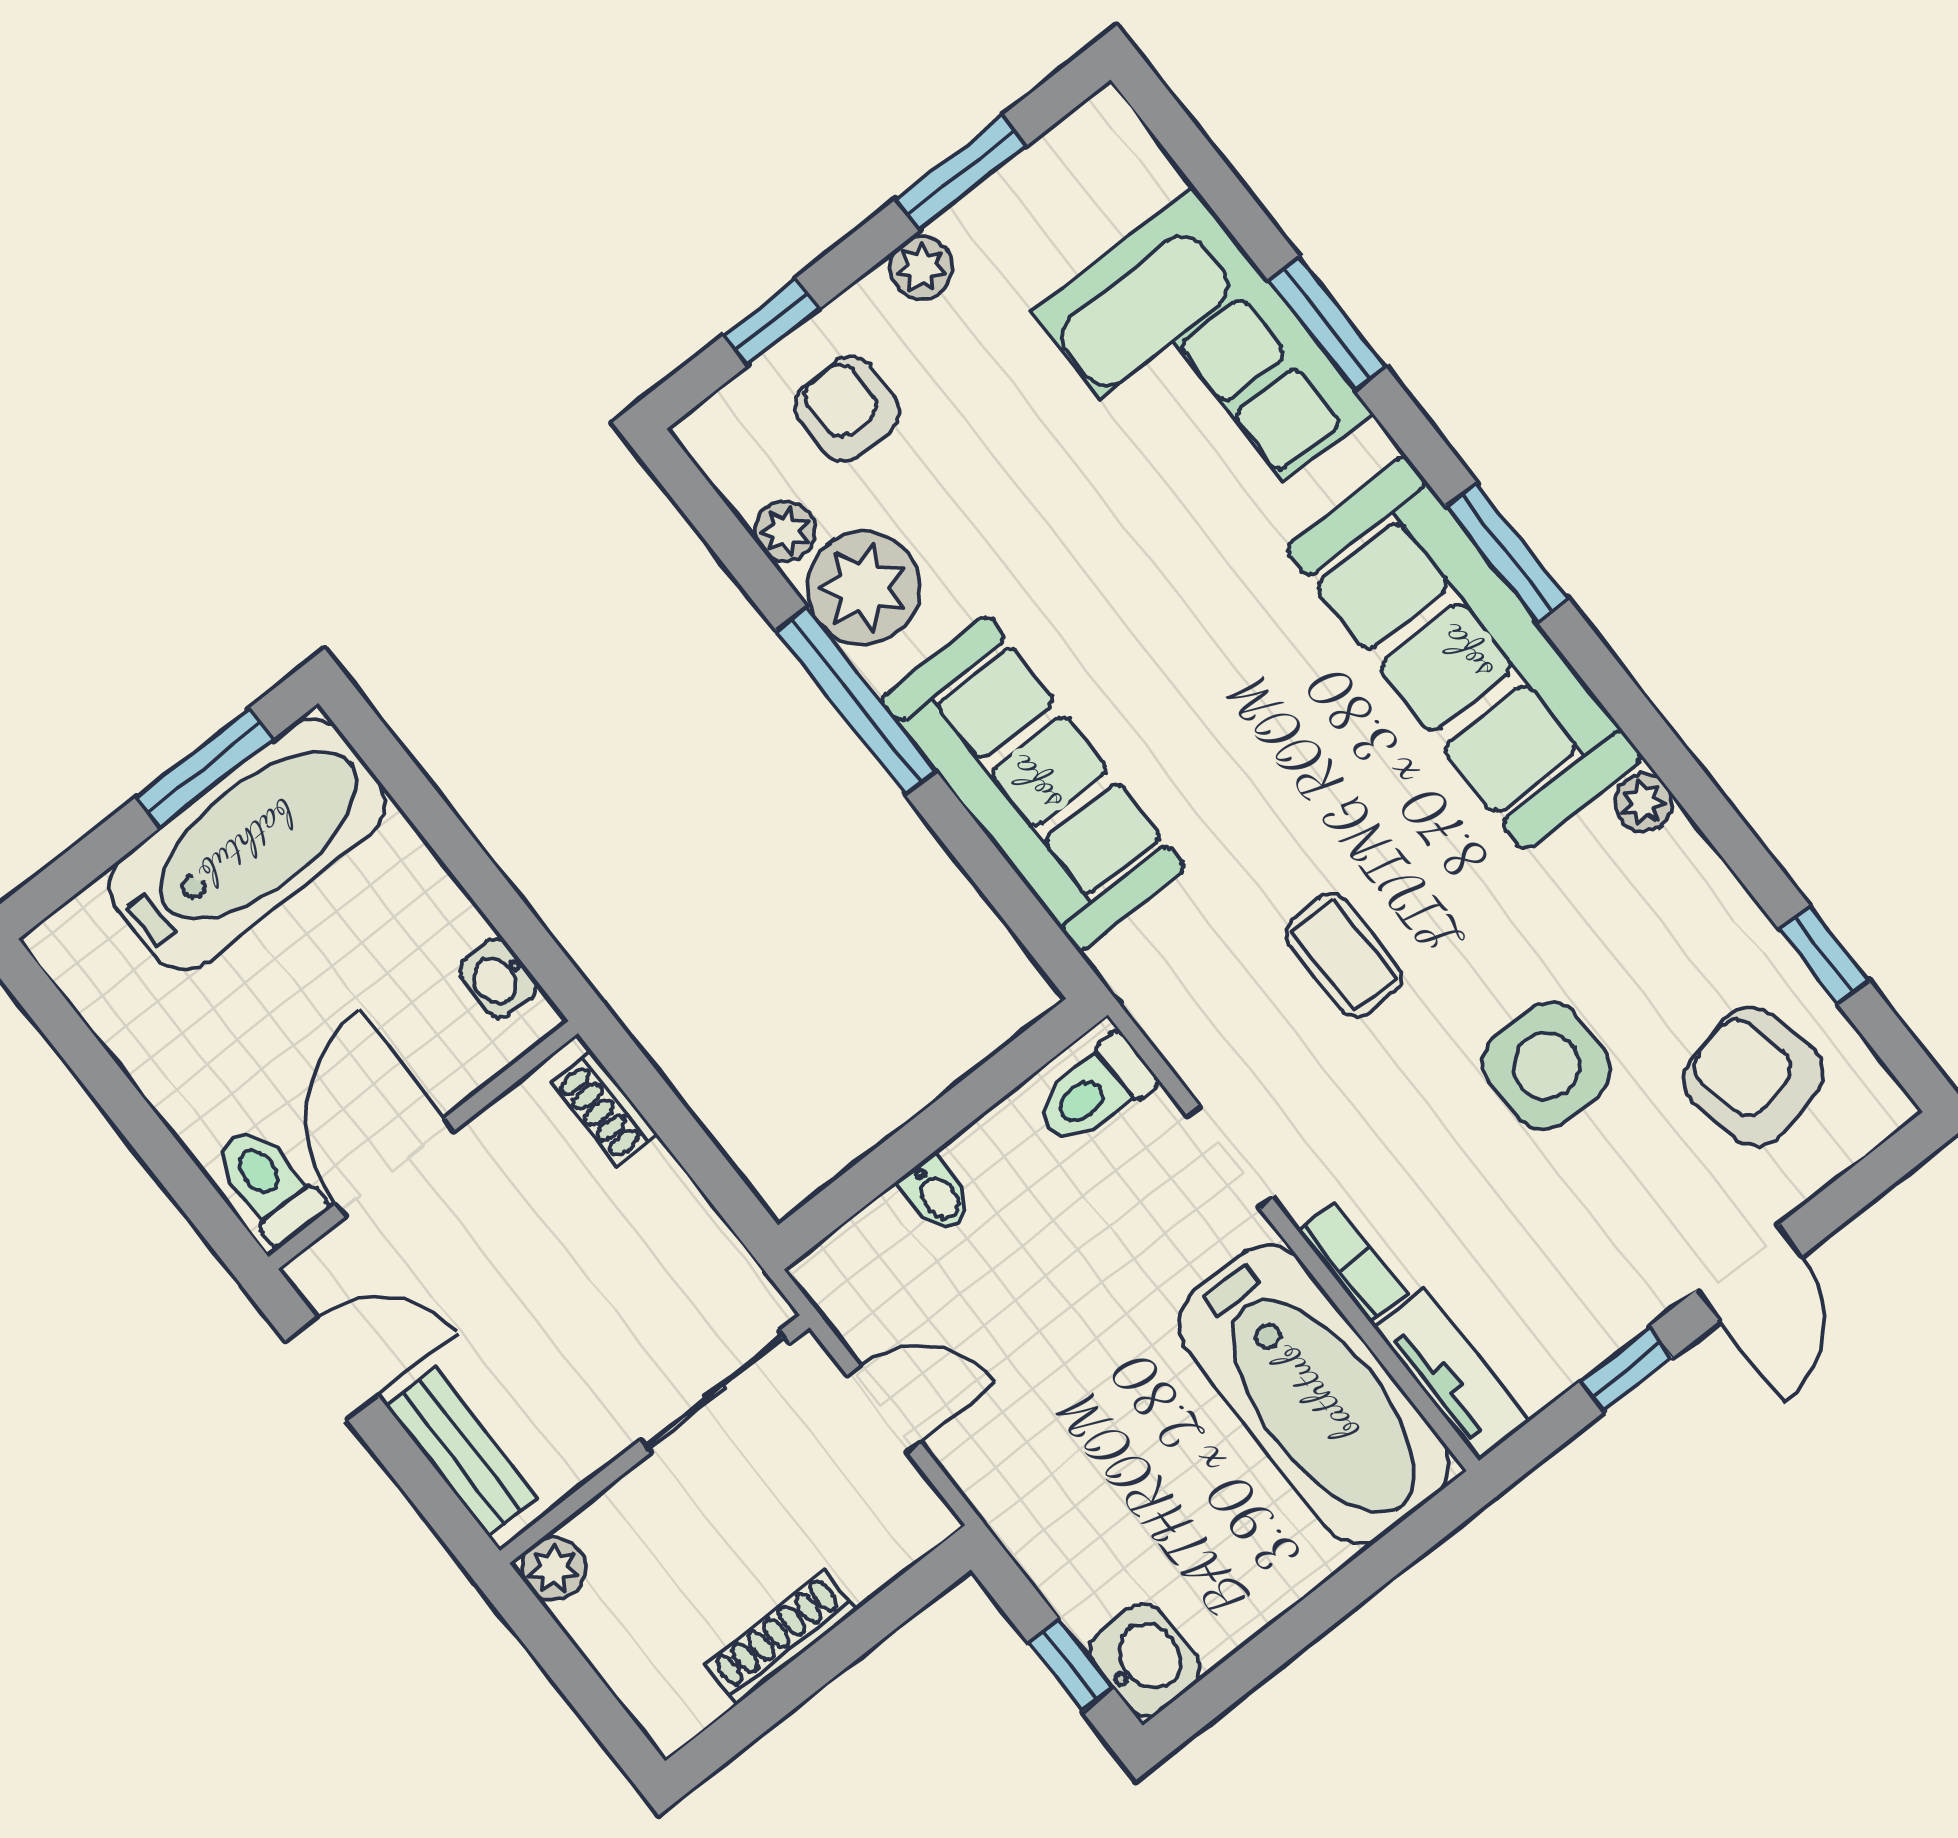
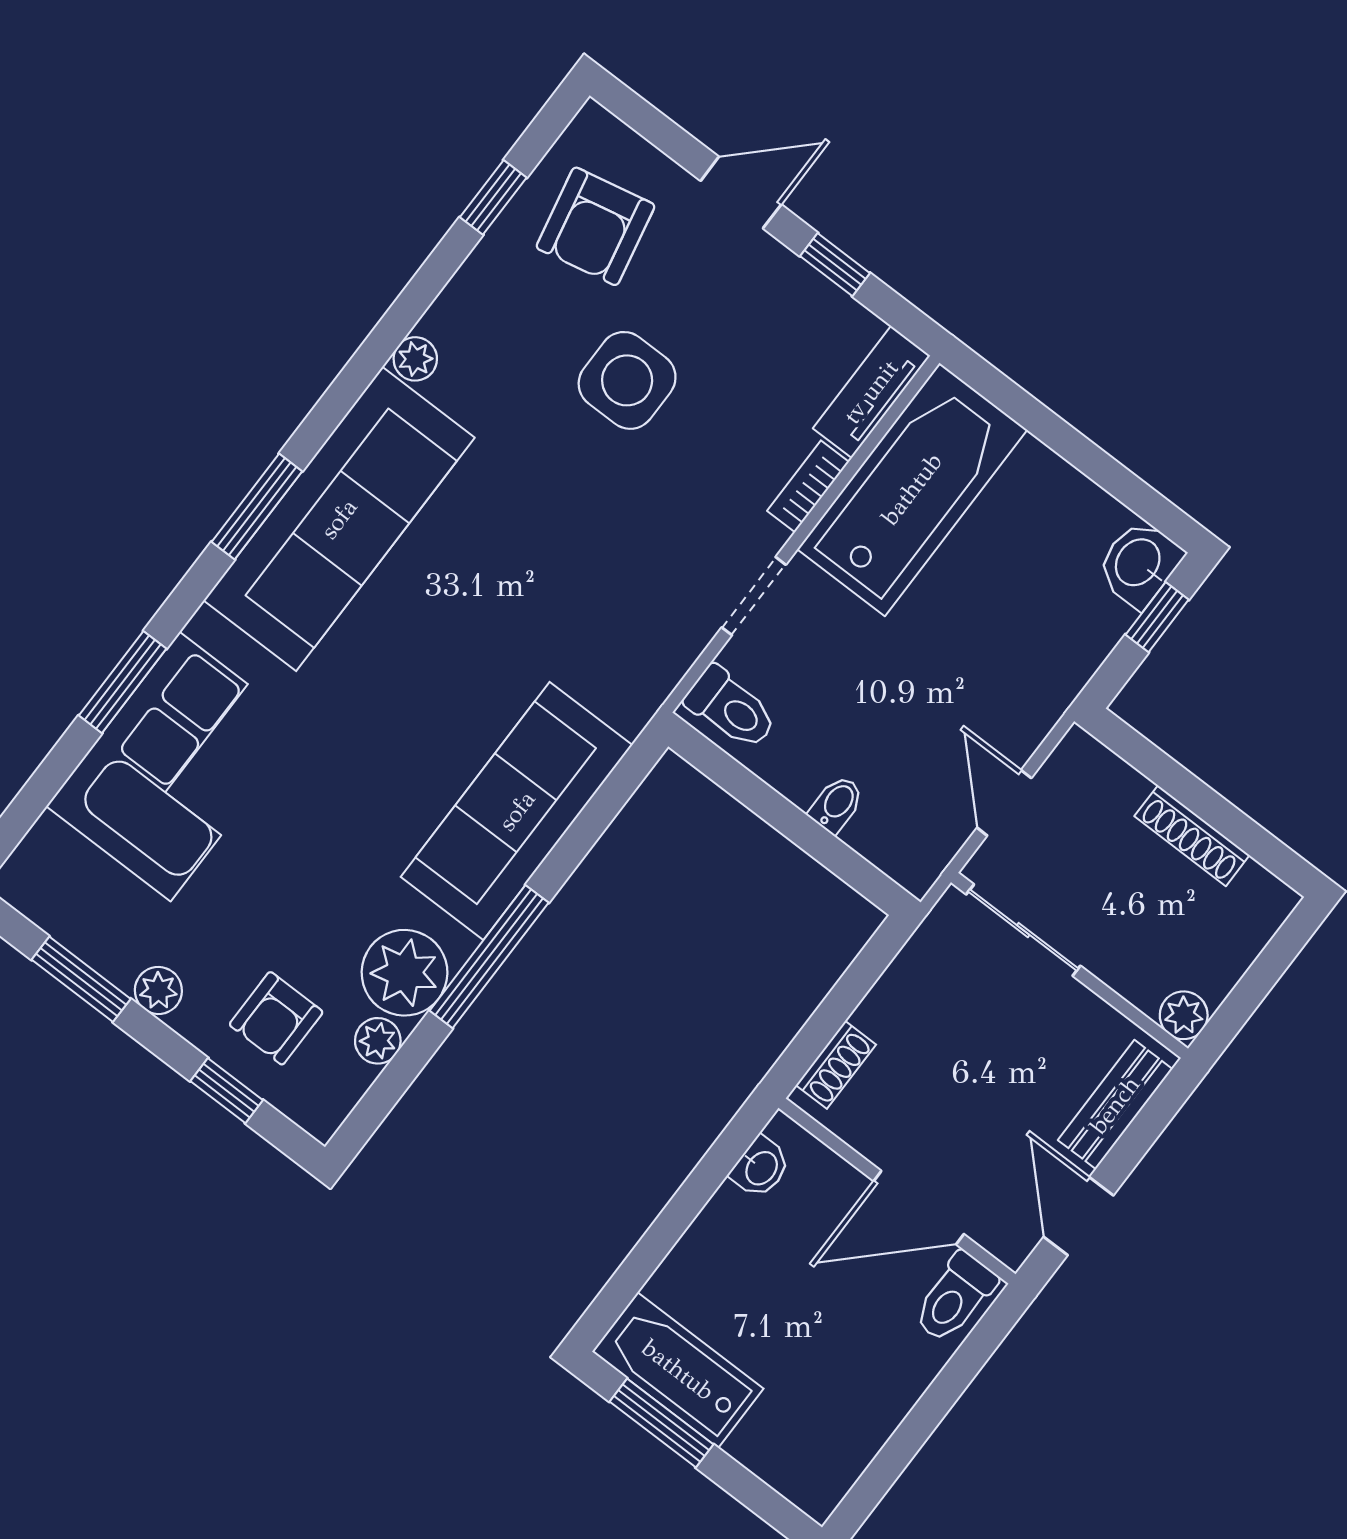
bathtub: (248, 844) -> (678, 1370), width x0.73, depth x0.73
coffee table: (1344, 955) -> (584, 550), removed

